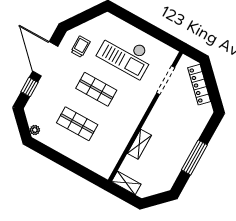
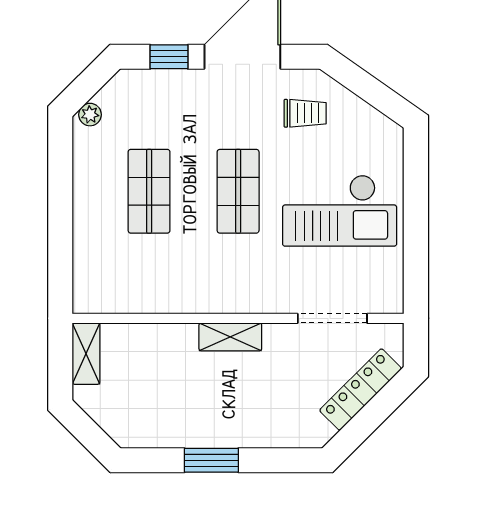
checkout: (126, 54) -> (340, 211), turned -90
shelving: (139, 144) -> (230, 337), moved
window: (194, 157) -> (211, 460), width x0.69

